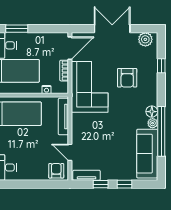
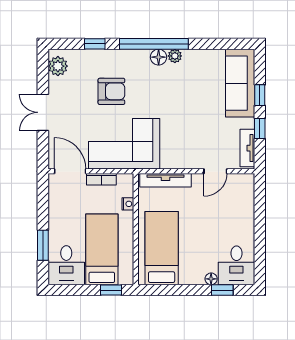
double door: (112, 29) -> (43, 112), width x0.73
window: (161, 131) -> (154, 44), moved
sofa: (147, 154) -> (240, 83), moved, turned 90
armchair: (56, 171) -> (241, 190), removed

